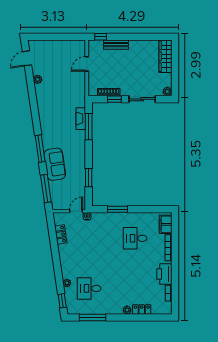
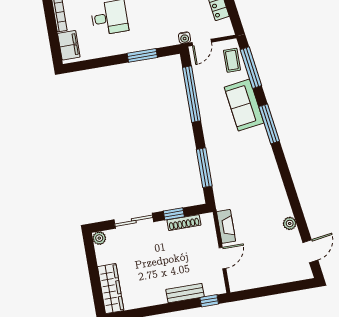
fireplace: (81, 119) -> (226, 226), moved
window: (89, 178) -> (192, 94), width x2.11
coffee table: (58, 196) -> (232, 60), added

